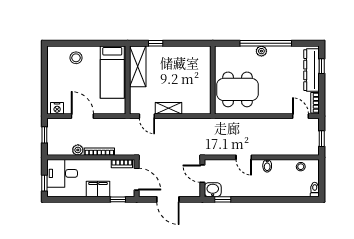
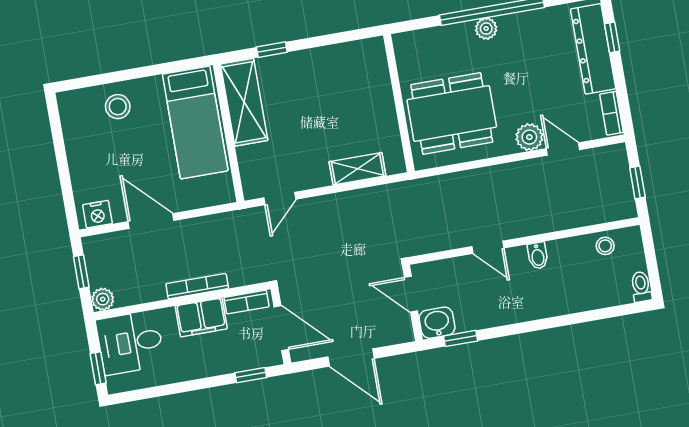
plant: (273, 107) -> (529, 137), added
shelving: (169, 108) -> (357, 169), moved
door: (147, 116) -> (280, 198), hinge flipped
door: (301, 116) -> (563, 149), moved
plant: (78, 150) -> (103, 299), moved
filing cabinet: (98, 189) -> (201, 317), moved, turned 180

